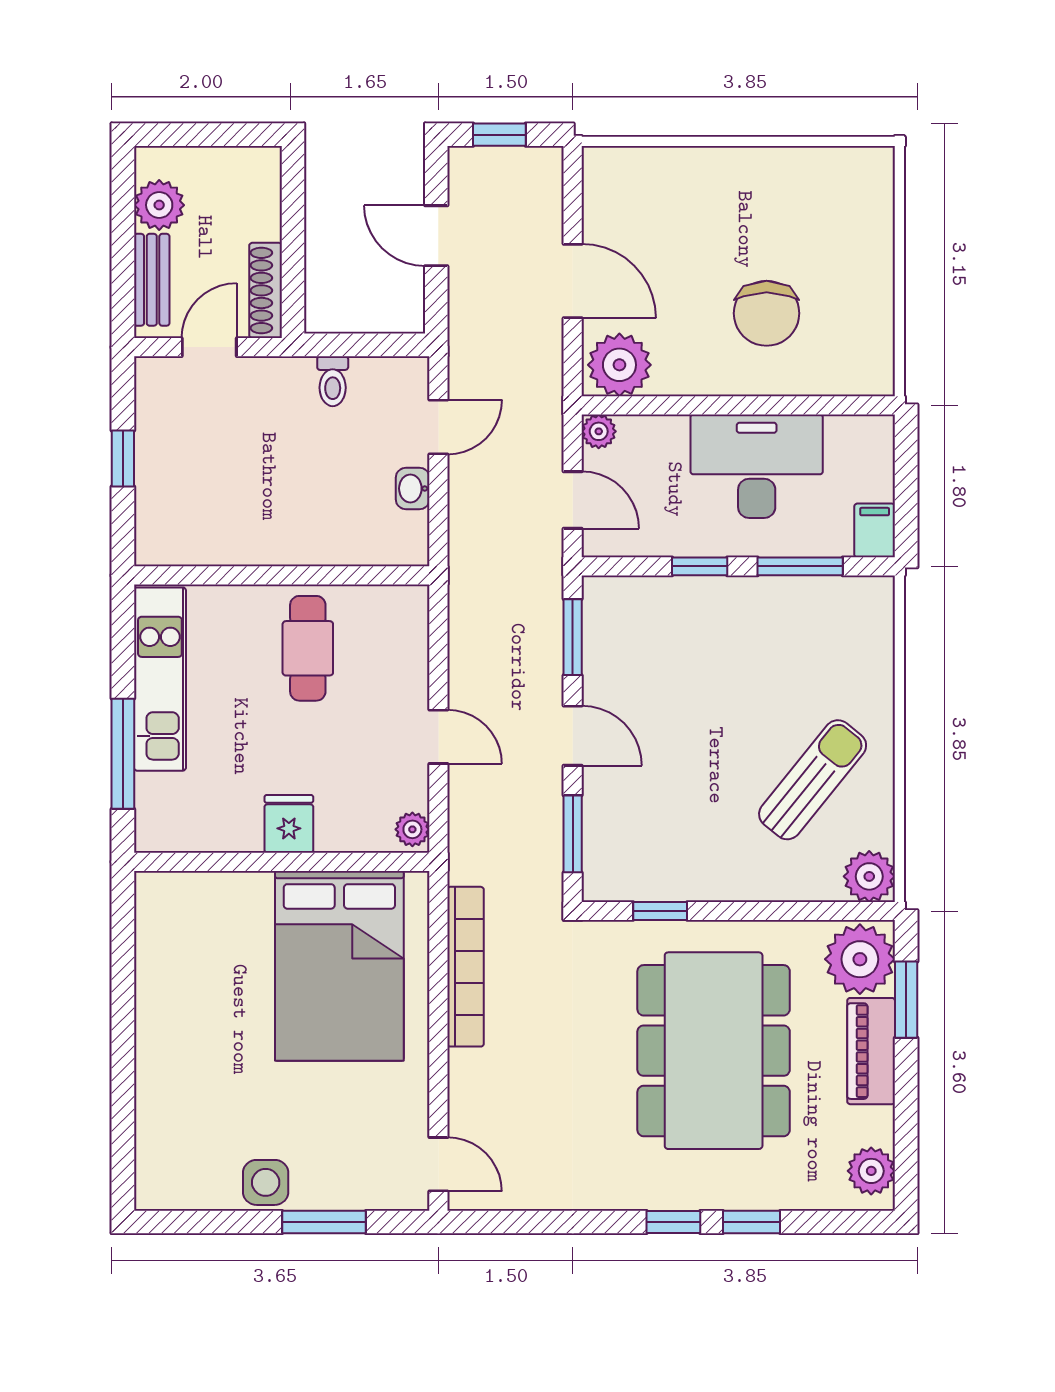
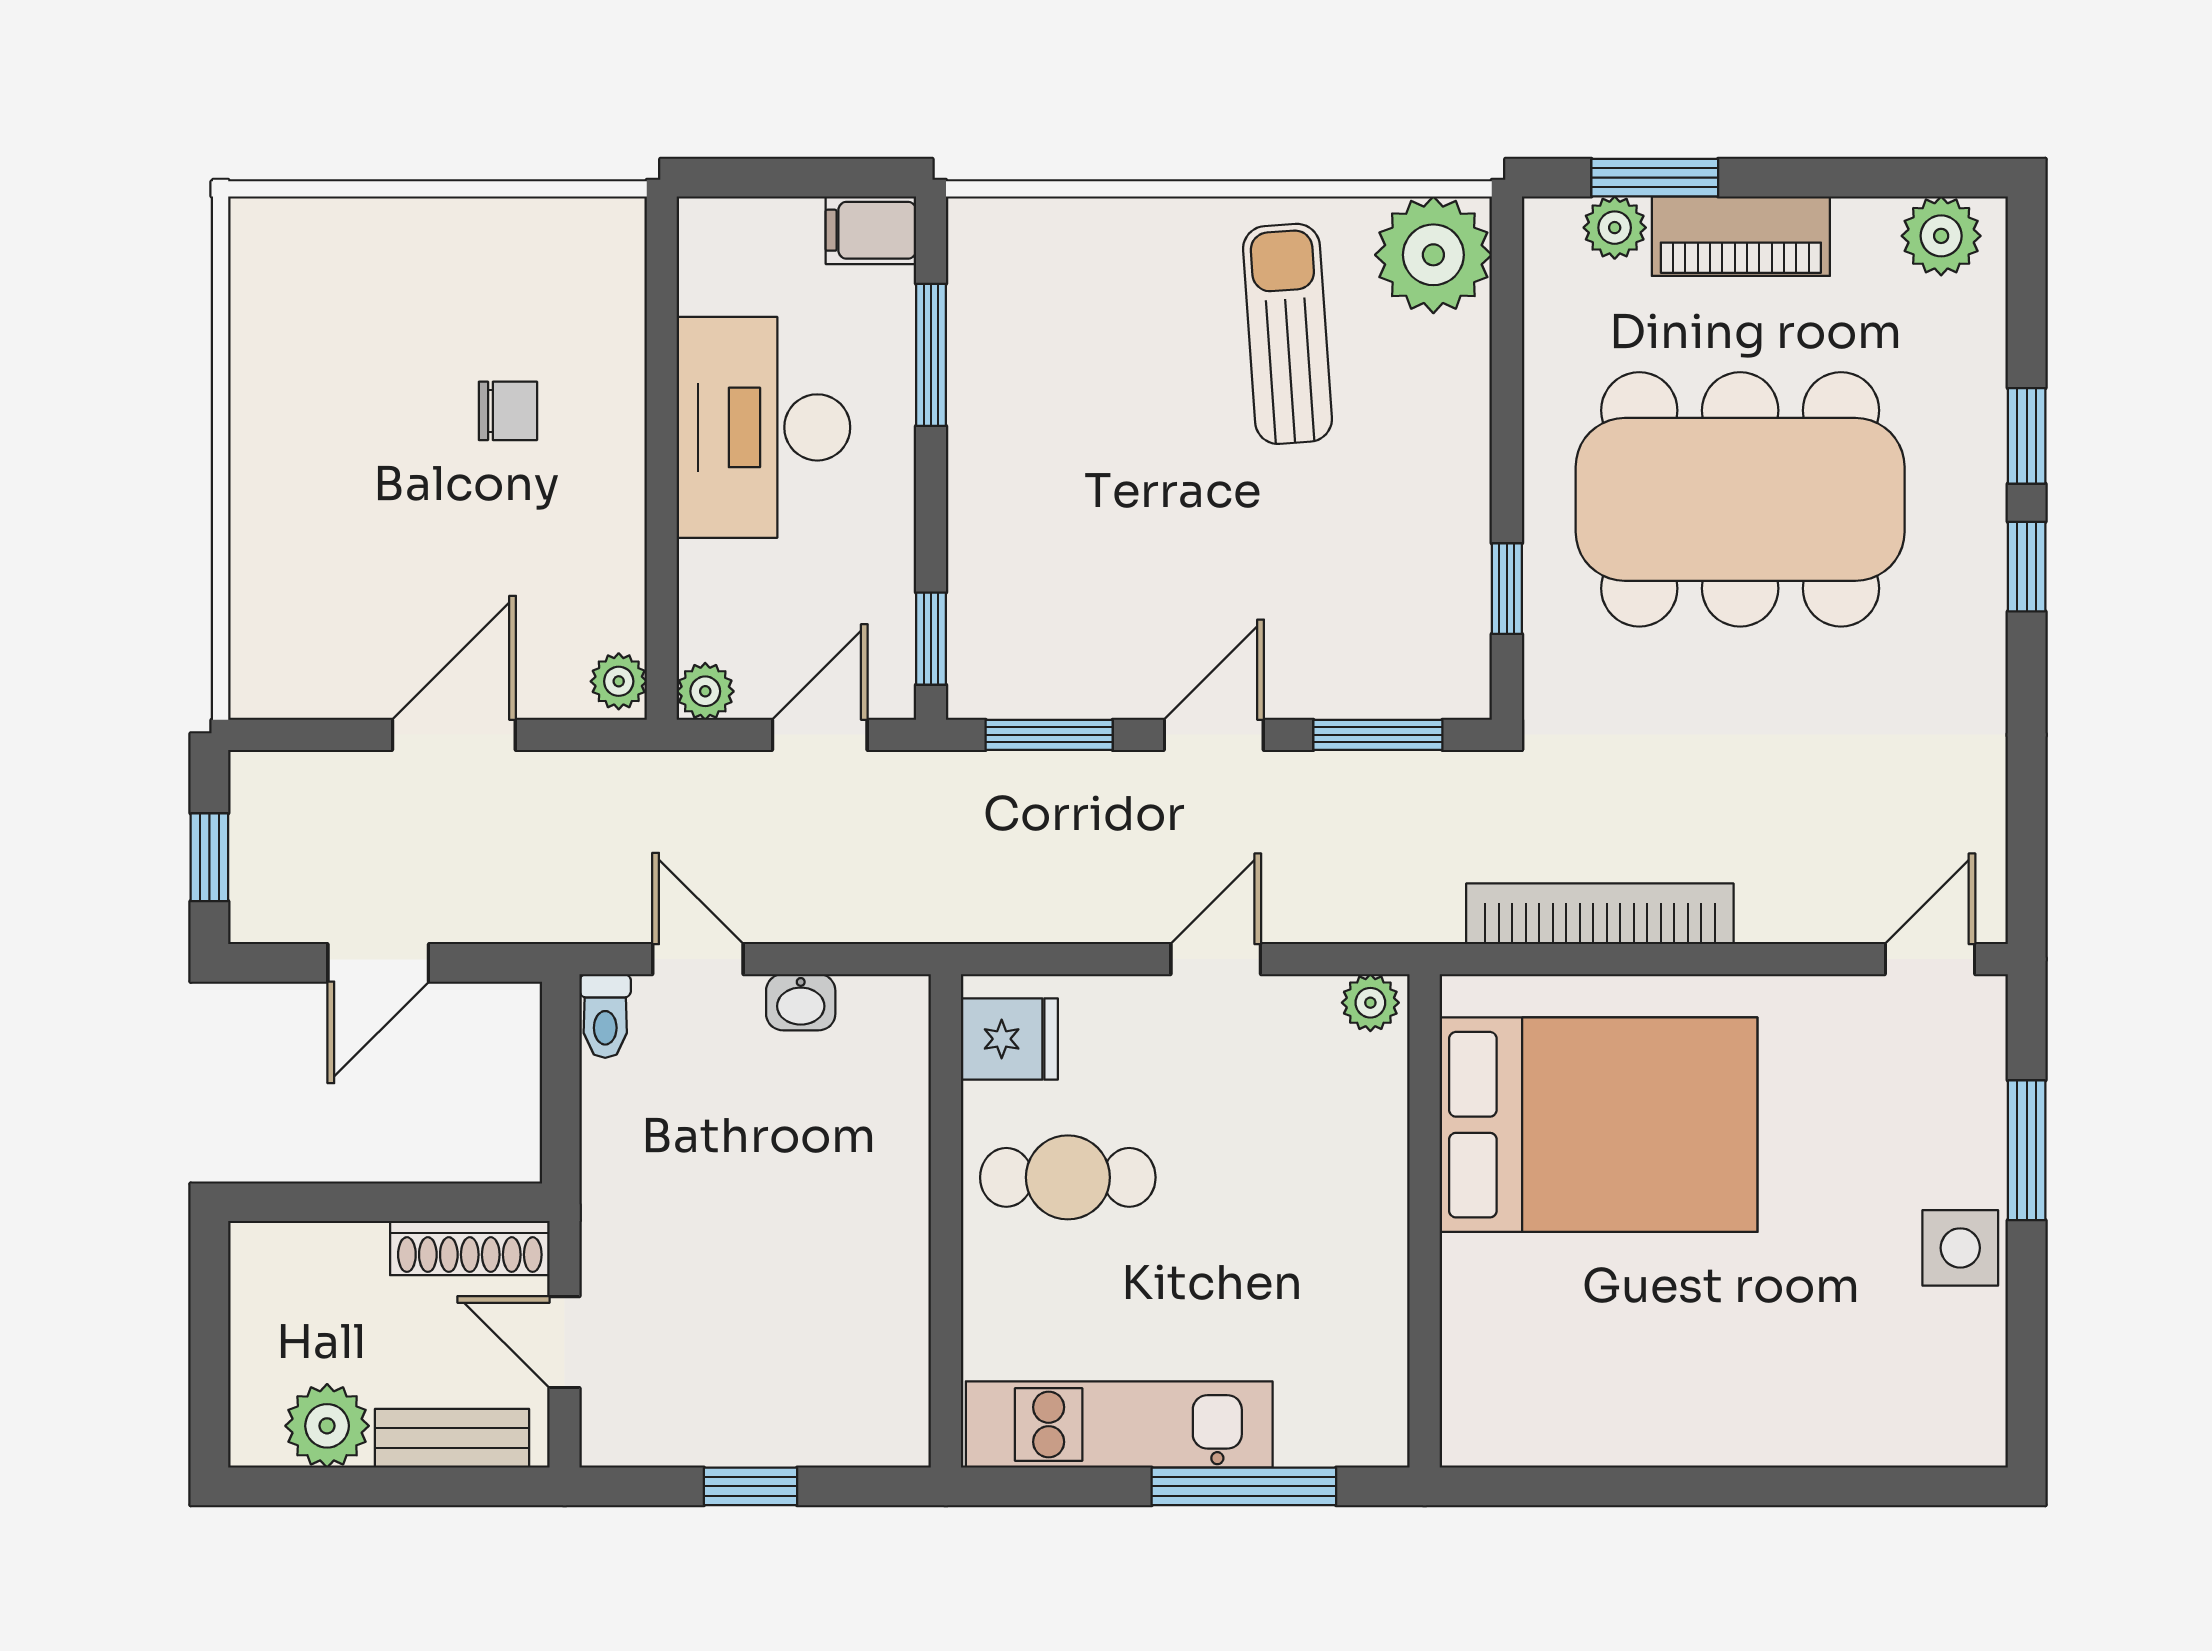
chair: (767, 313) -> (508, 411), width x0.54, depth x0.54
plant: (619, 365) -> (619, 681), width x0.53, depth x0.53
toilet: (333, 381) -> (605, 1016), moved, turned 90
window: (700, 566) -> (931, 639), moved
sun lounger: (813, 780) -> (1287, 334), turned 47
fridge: (289, 824) -> (1009, 1039), moved, turned 180
plant: (869, 876) -> (1433, 255), width x1.36, depth x1.36
plant: (860, 959) -> (1615, 228), width x0.53, depth x0.53

